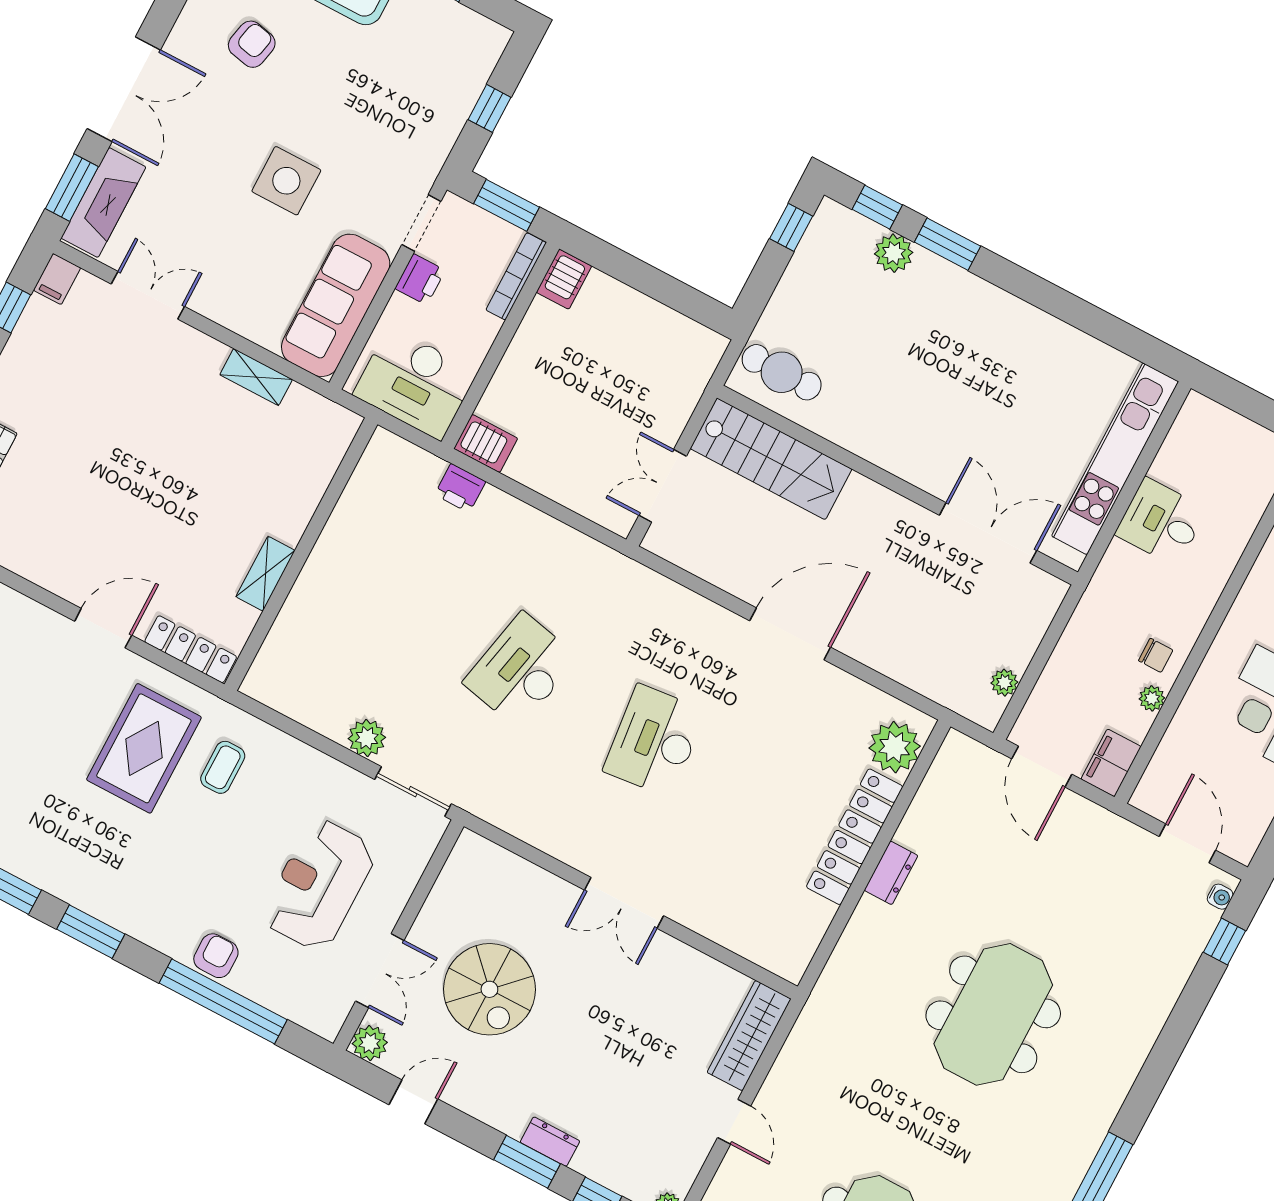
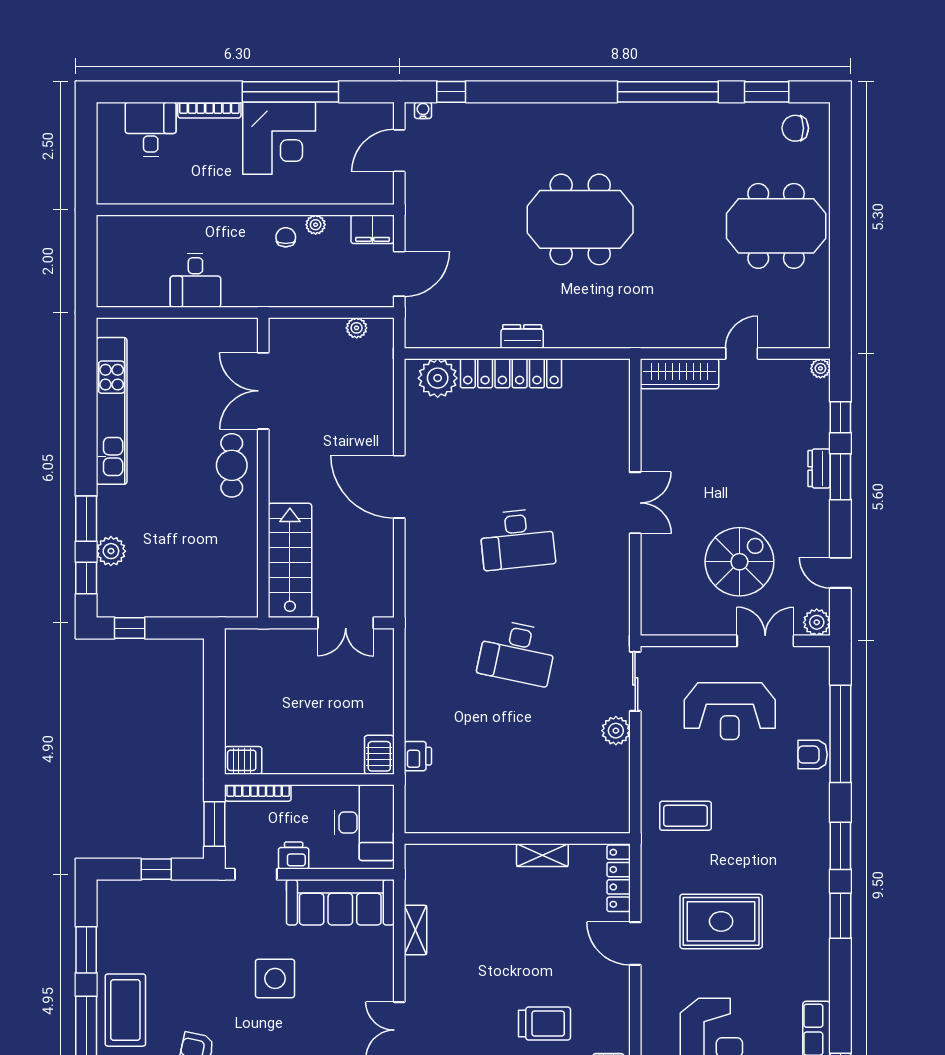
cafe table: (782, 372) -> (232, 465), moved
kitchen unit: (1115, 459) -> (112, 411), moved, turned -90
trolley: (65, 471) -> (544, 1024), added
rug: (144, 748) -> (721, 921), moved
coffee table: (223, 767) -> (686, 816), width x1.36, depth x1.30

